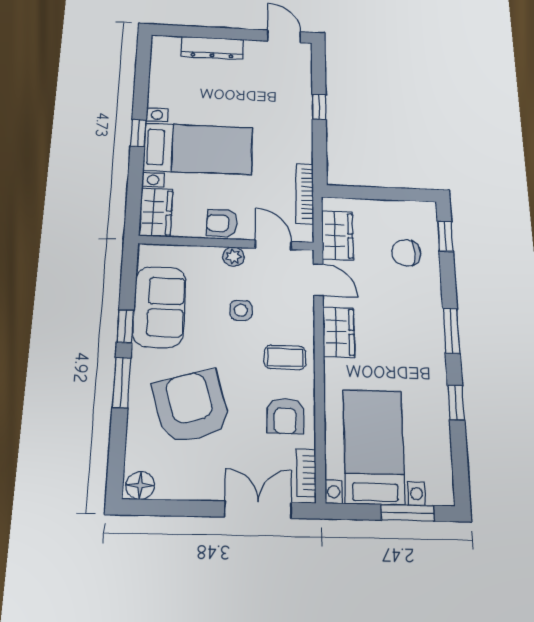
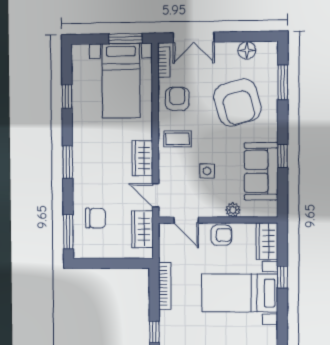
window: (138, 133) -> (282, 277), moved
bookcase: (305, 193) -> (165, 286), moved
window: (445, 236) -> (68, 232), width x1.50
plant: (233, 257) -> (233, 210), moved
window: (122, 382) -> (283, 82), moved
window: (456, 403) -> (67, 96), moved
floor lamp: (140, 485) -> (247, 50), moved
window: (408, 513) -> (125, 39), moved

